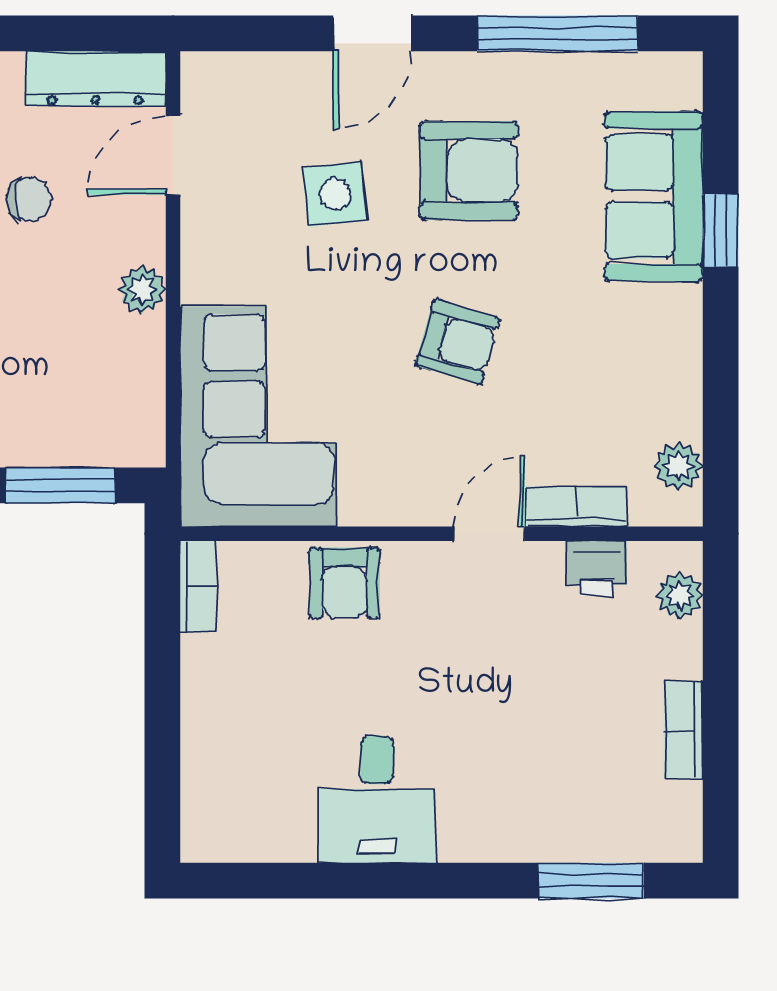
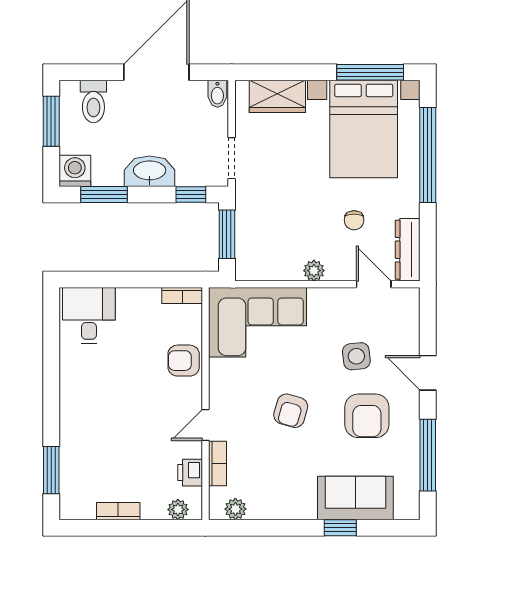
door: (489, 534) -> (205, 425), swing flipped
desk: (377, 799) -> (89, 316), moved, turned 90

